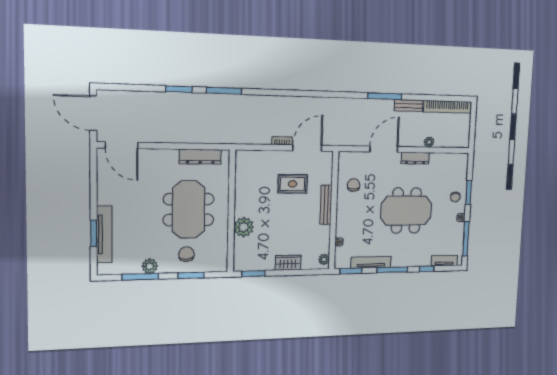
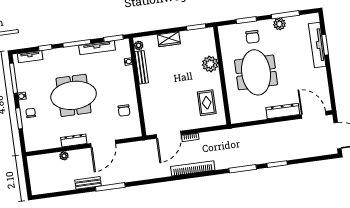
bookcase: (447, 107) -> (193, 168), moved
dresser: (200, 157) -> (283, 111), moved
rug: (293, 184) -> (207, 103), moved, turned 90
bench: (326, 205) -> (142, 67), moved

